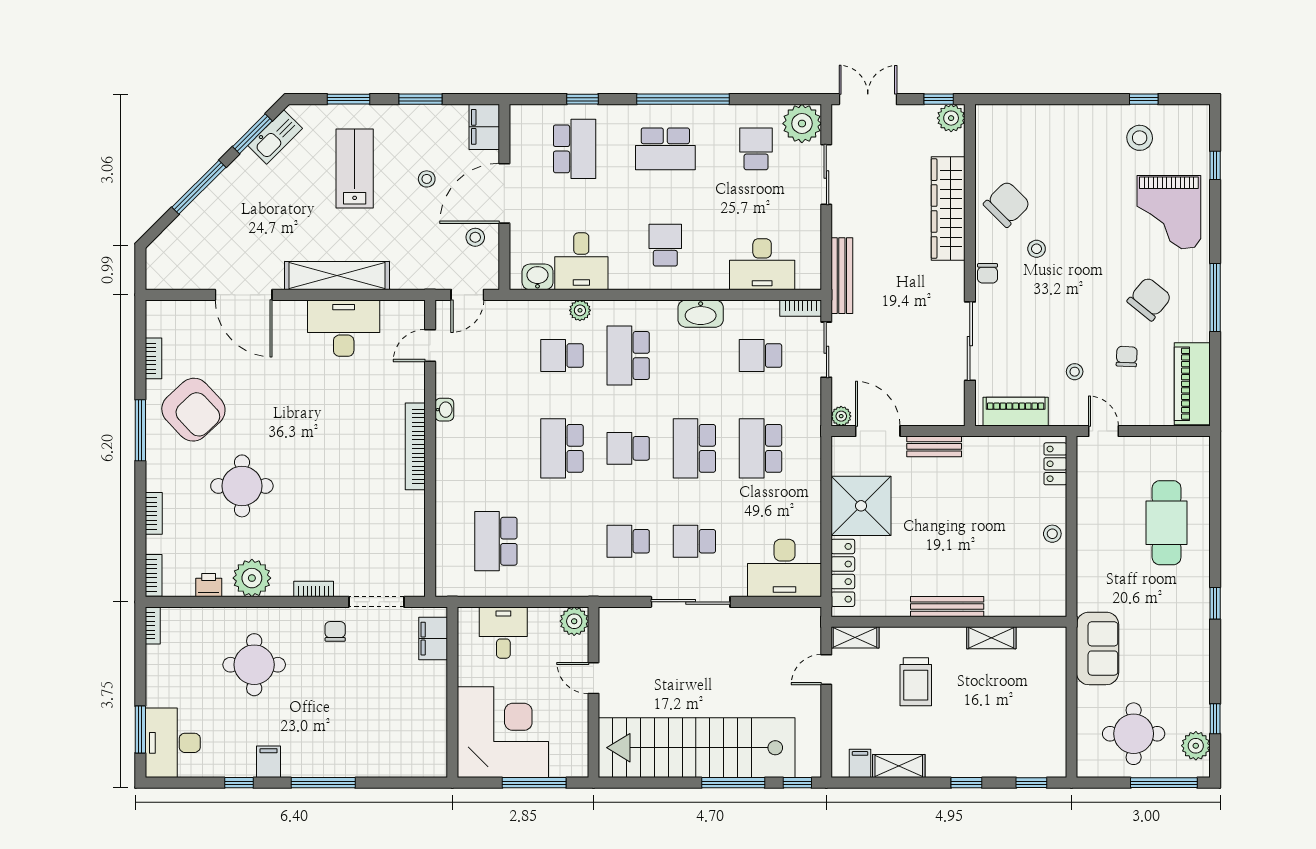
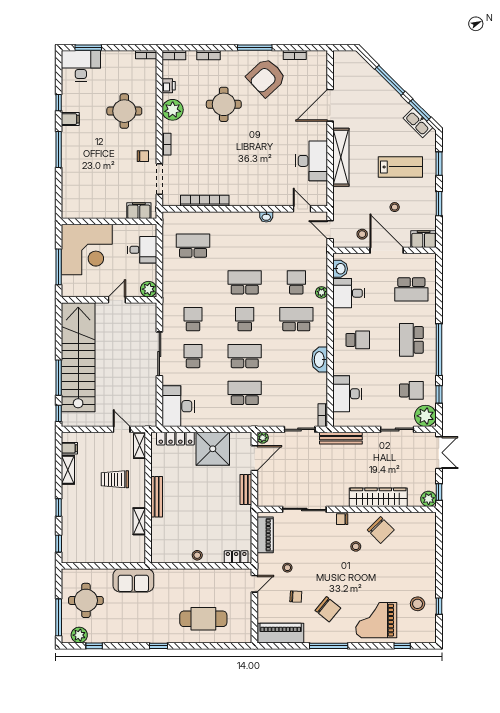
window: (582, 99) -> (439, 394), moved
school desk: (761, 356) -> (296, 393), removed
bookcase: (415, 446) -> (205, 201), moved

